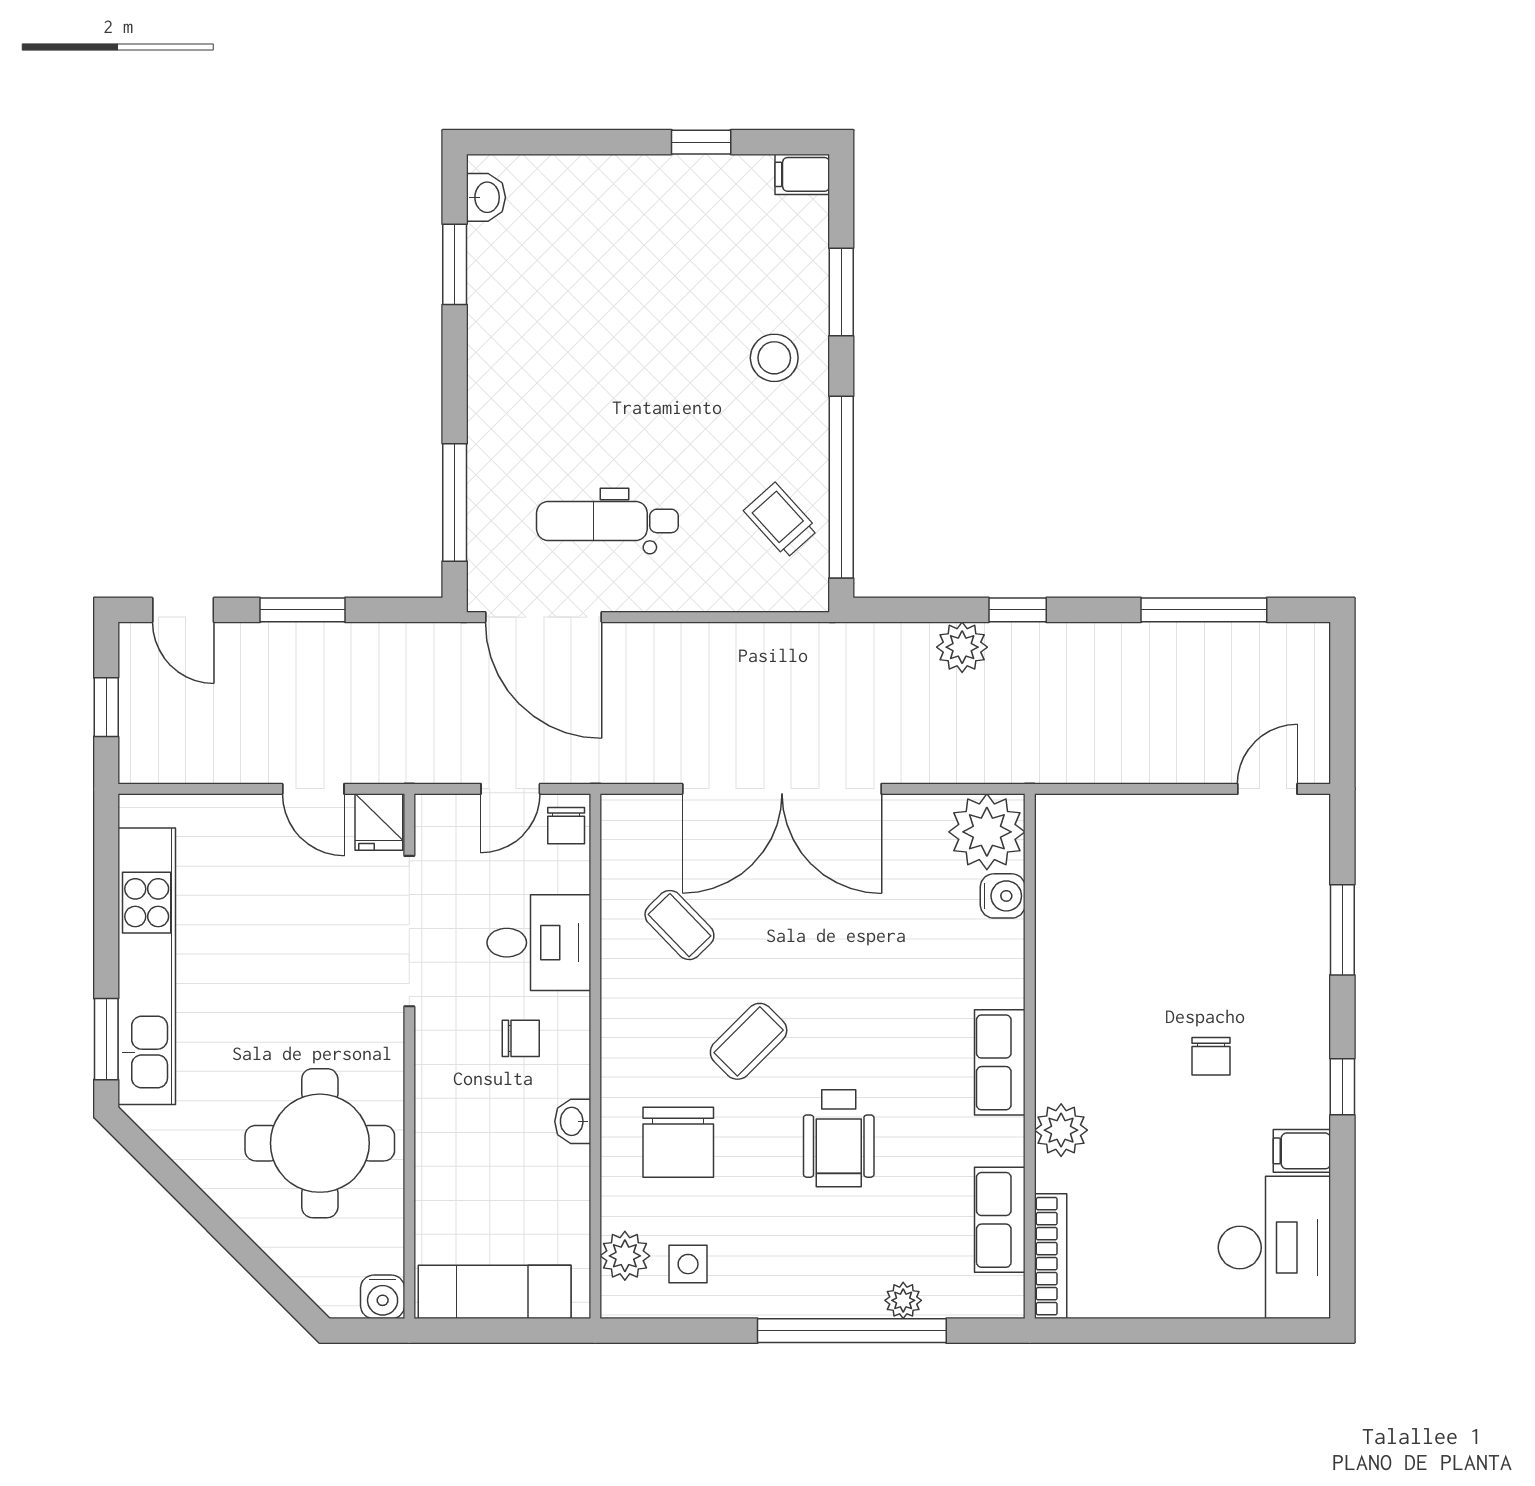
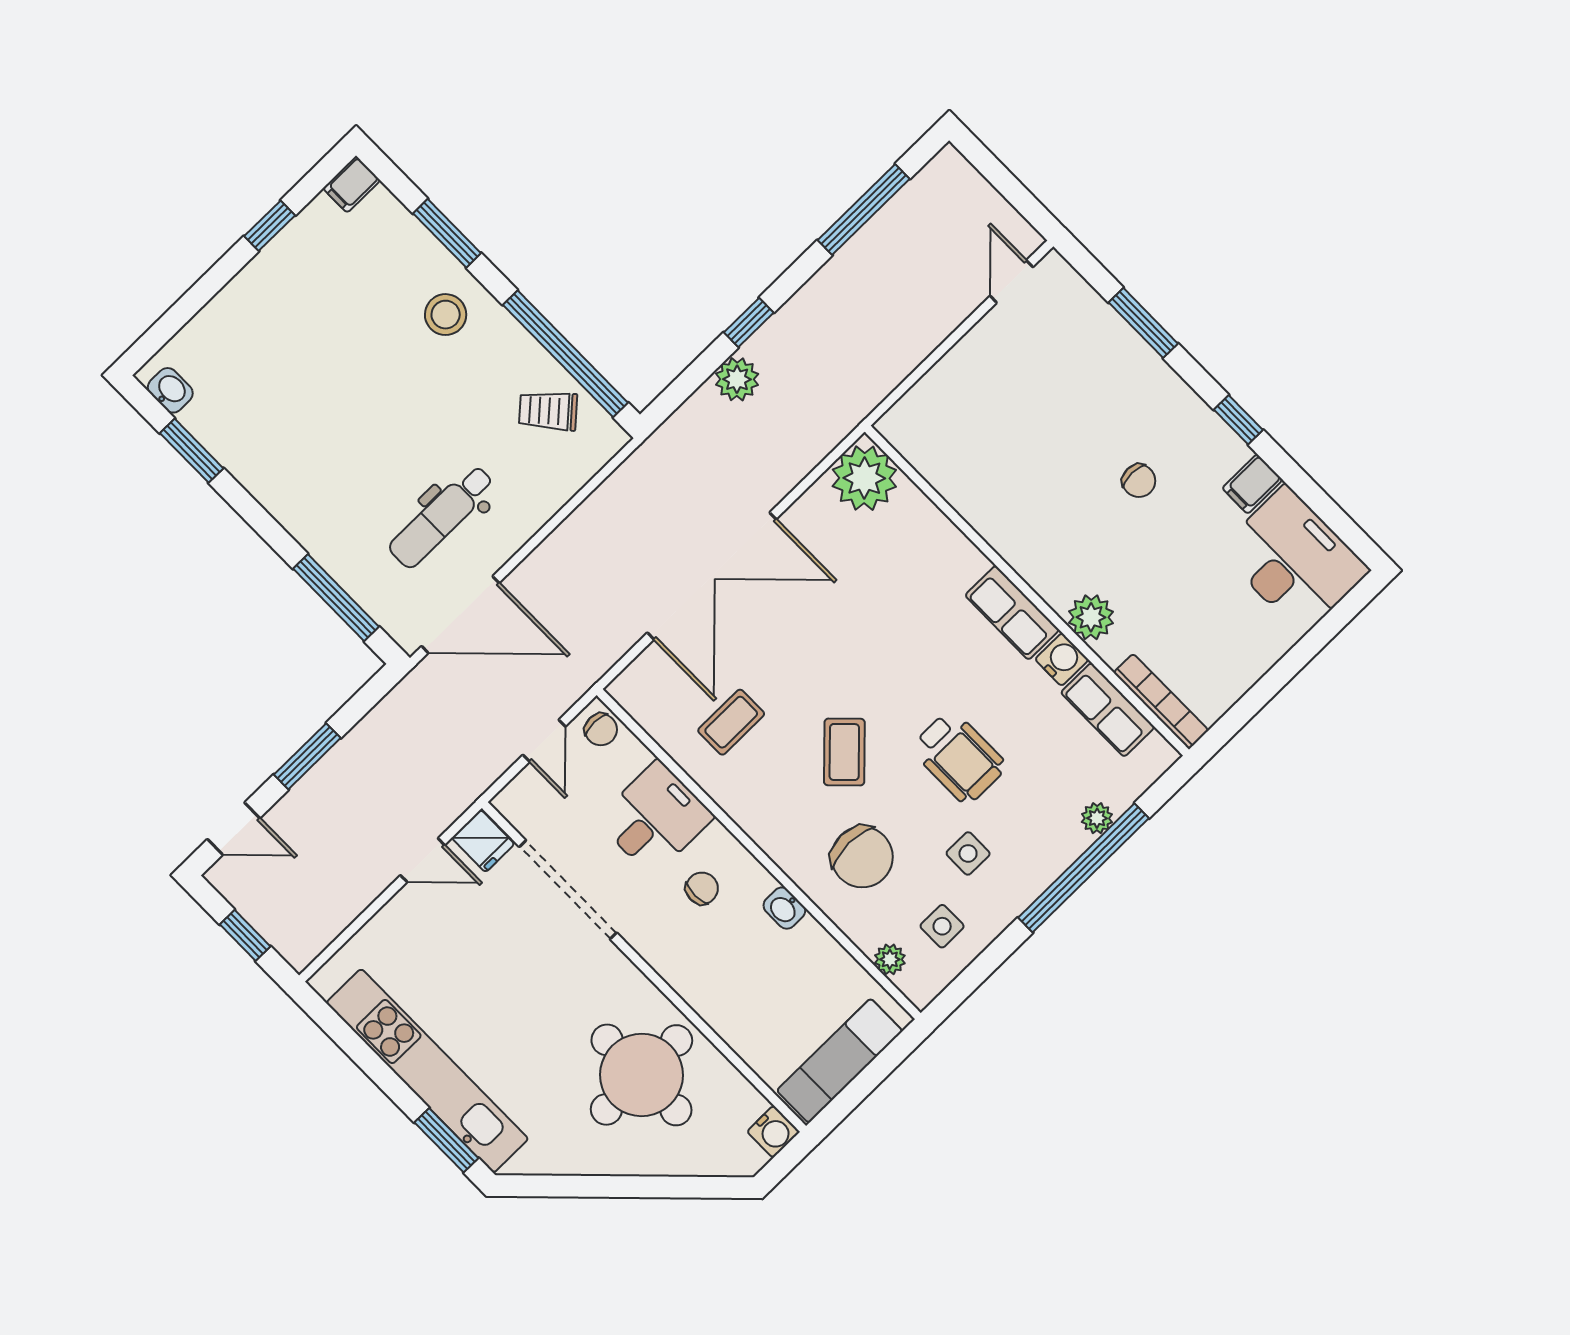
water cooler: (1003, 896) -> (1062, 659), moved
coffee table: (679, 925) -> (731, 722), turned -46
side table: (768, 1225) -> (968, 853), added
plant: (625, 1256) -> (890, 959), width x0.73, depth x0.73

